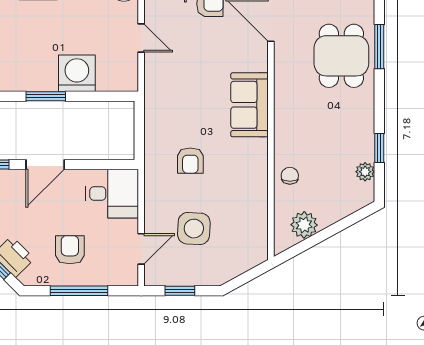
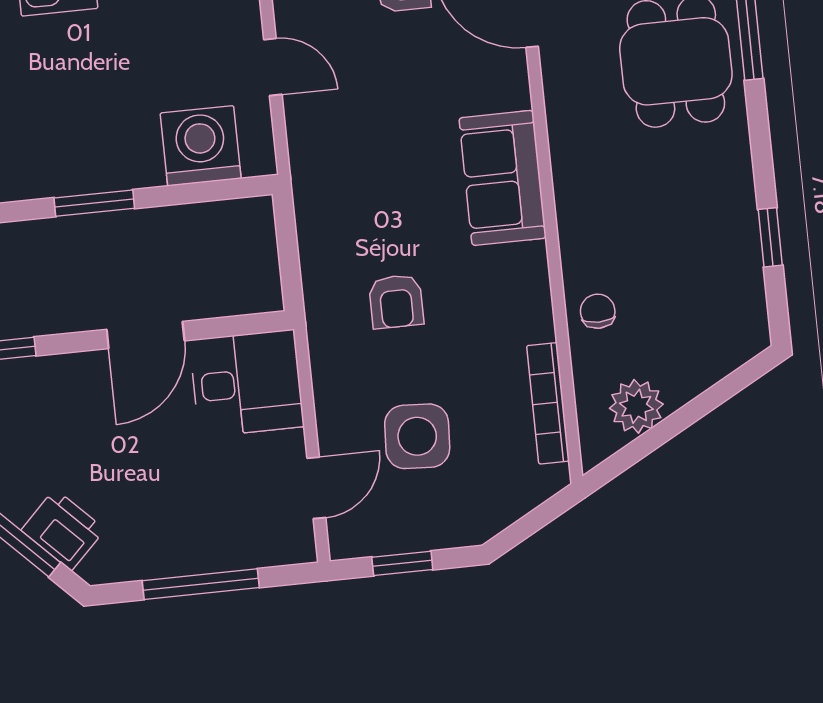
washing machine: (77, 73) -> (201, 146), moved
door: (45, 164) -> (146, 335), moved
plant: (365, 172) -> (747, 288), removed
bookcase: (260, 219) -> (548, 403), added
armchair: (70, 250) -> (174, 504), removed

